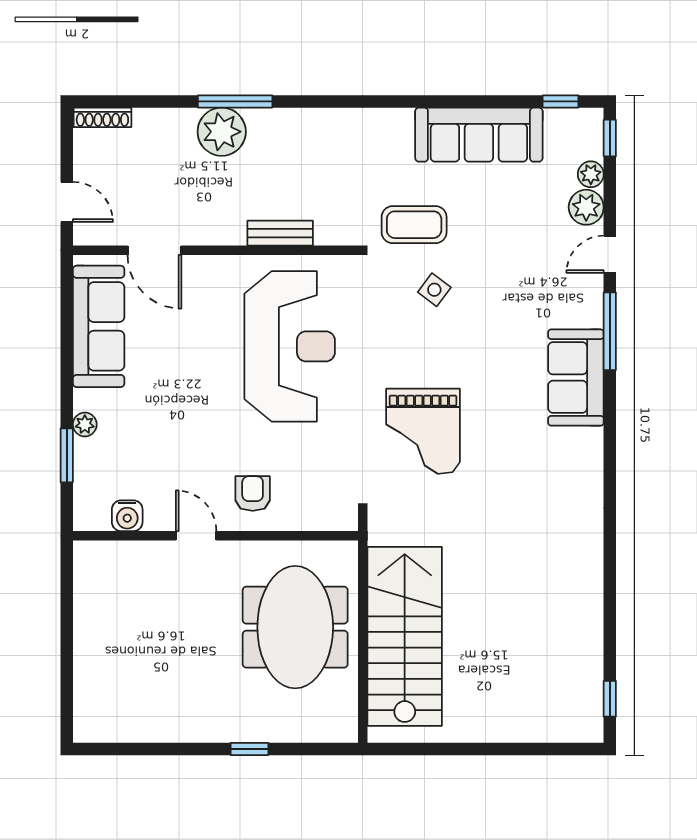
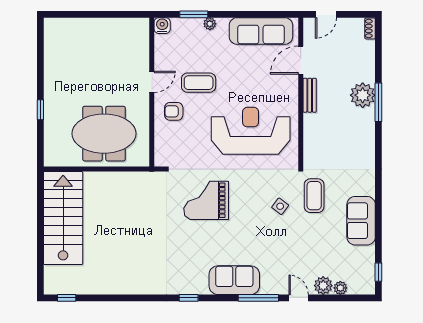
shoe rack: (102, 117) -> (370, 28), width x0.70
sofa: (479, 135) -> (361, 221), width x0.73
window: (610, 138) -> (189, 298), moved
bench: (280, 233) -> (310, 95), moved
reception desk: (290, 346) -> (251, 131), turned 180
coffee table: (198, 446) -> (199, 83), added
armchair: (253, 494) -> (174, 111), turned 180
water cooler: (127, 516) -> (162, 26), moved, turned 90
stairs: (405, 636) -> (63, 218), moved, turned -90

